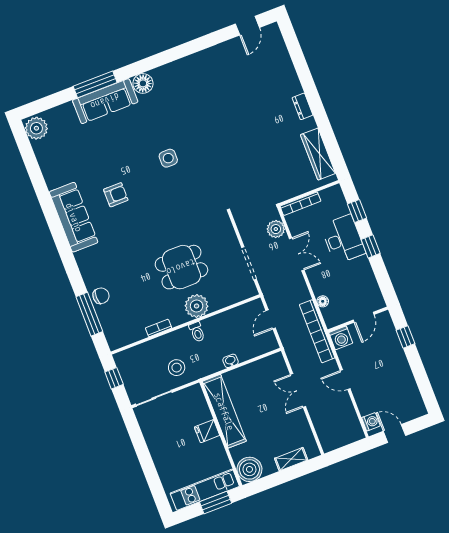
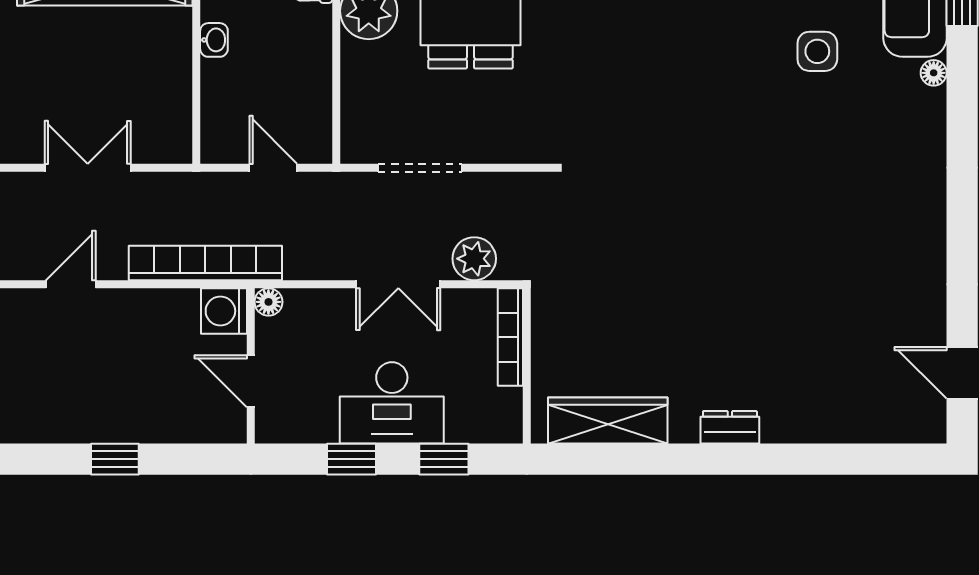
floor lamp: (143, 83) -> (934, 73), width x0.53, depth x0.53
side table: (168, 158) -> (817, 51), moved
door: (364, 317) -> (251, 381), moved
wall: (358, 320) -> (251, 366), moved
washing machine: (341, 338) -> (224, 311), moved

